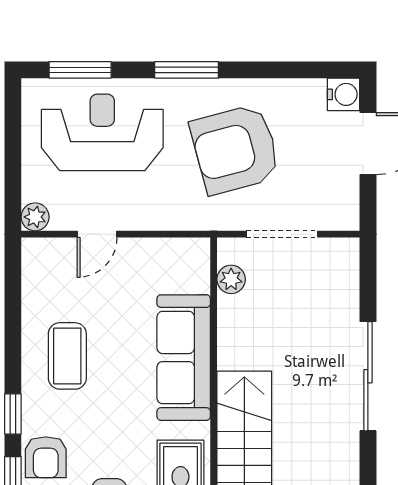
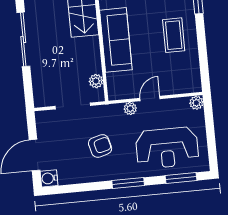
armchair: (235, 149) -> (100, 146), width x0.53, depth x0.53
plant: (168, 218) -> (130, 109), added
door: (97, 234) -> (150, 99), moved

